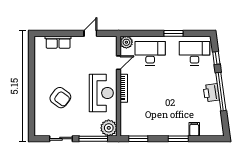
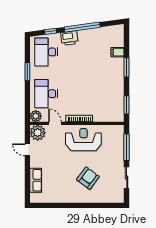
printer: (211, 93) -> (69, 38), moved
plant: (109, 128) -> (38, 133), moved

